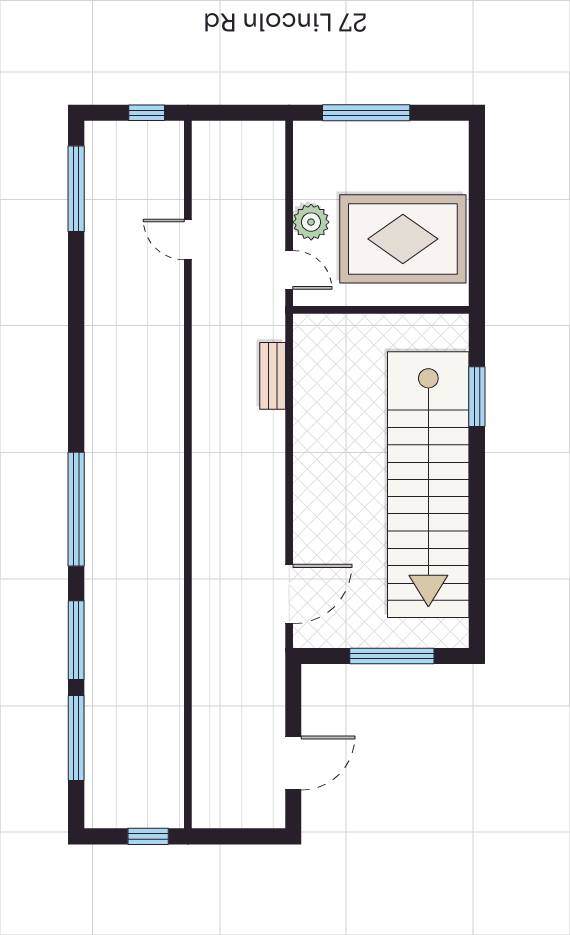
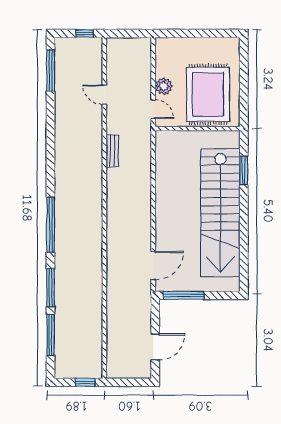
window: (366, 113) -> (190, 34), removed
rug: (403, 239) -> (208, 94), turned 90
bench: (273, 376) -> (112, 151), moved
window: (392, 656) -> (184, 295), moved

